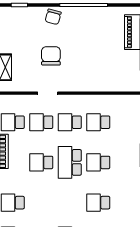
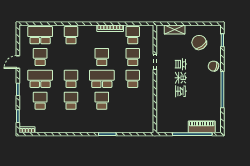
chair: (51, 56) -> (199, 42), moved, turned -126
school desk: (98, 122) -> (71, 79), moved

